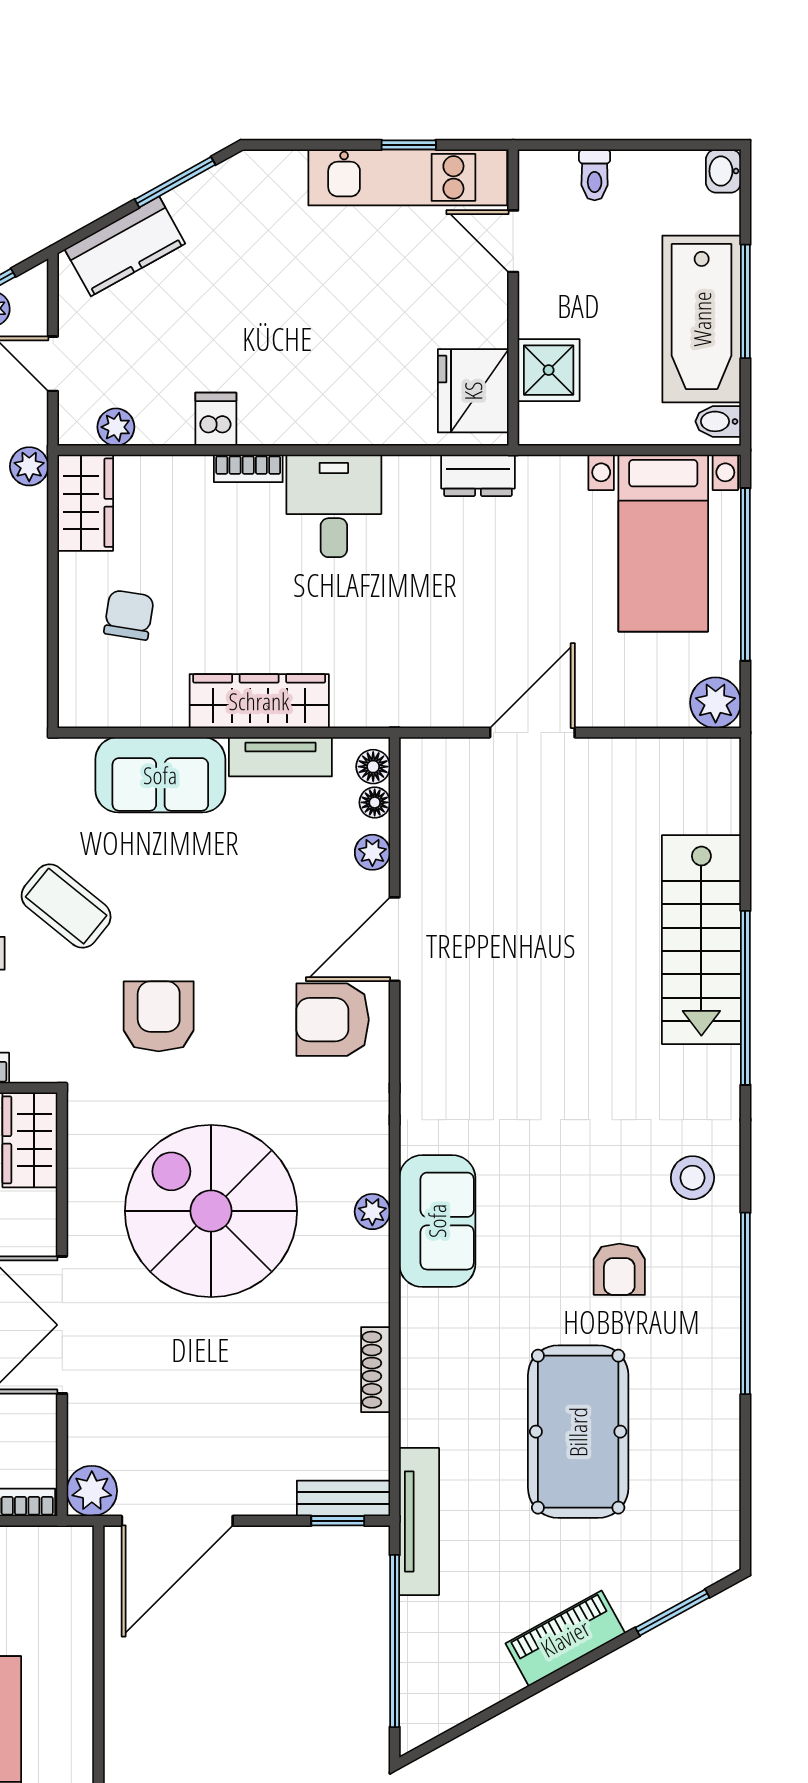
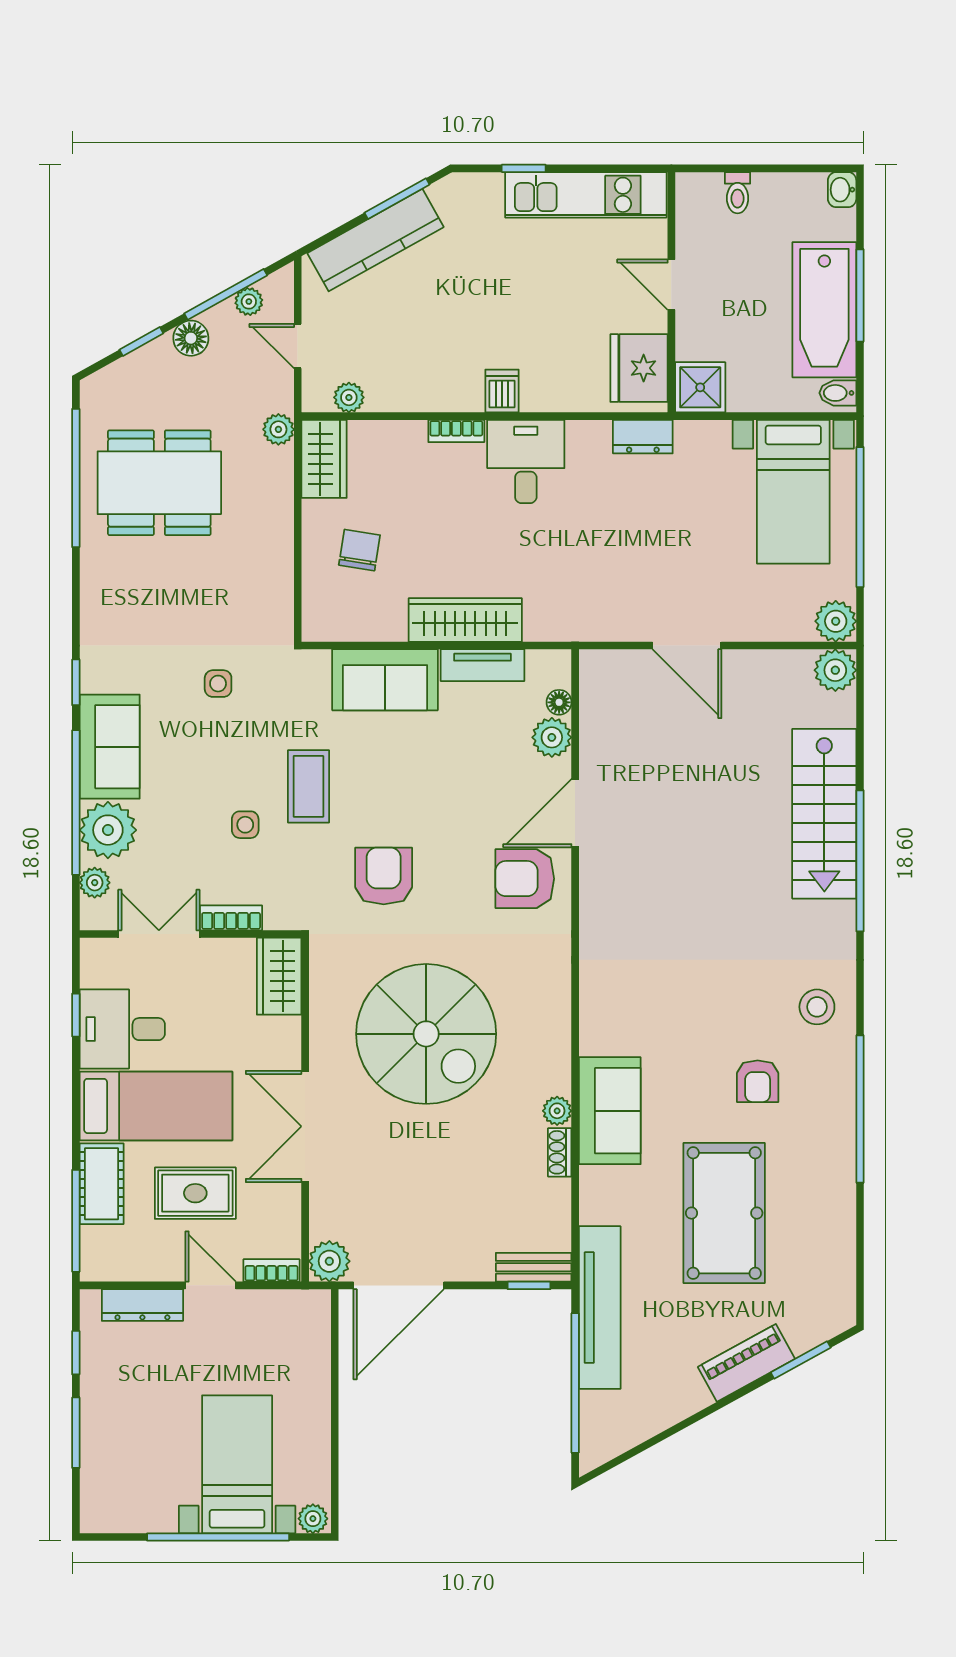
window: (409, 145) -> (524, 168), moved
door: (513, 241) -> (671, 285), moved
kitchen counter: (125, 246) -> (375, 240), width x1.50
shower: (549, 370) -> (700, 387), moved
dishwasher: (216, 419) -> (502, 391), moved
door: (532, 733) -> (687, 646), swing flipped
plant: (715, 763) -> (835, 670), added
floor lamp: (373, 767) -> (558, 673), removed
plant: (372, 852) -> (552, 737), width x1.38, depth x1.38
coffee table: (66, 906) -> (308, 786), turned 51
spiral stairs: (211, 1211) -> (426, 1034), turned 180
plant: (372, 1212) -> (557, 1111), moved
sofa: (437, 1221) -> (610, 1111), moved
shoe rack: (376, 1370) -> (560, 1152), width x0.70
tv unit: (419, 1521) -> (600, 1308), width x1.36, depth x1.29
piano: (565, 1638) -> (746, 1363), moved

